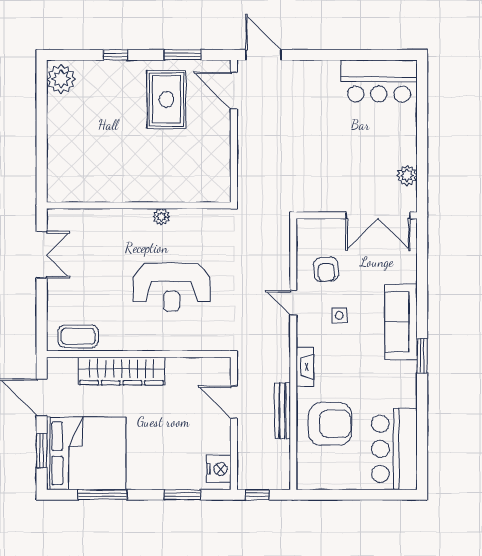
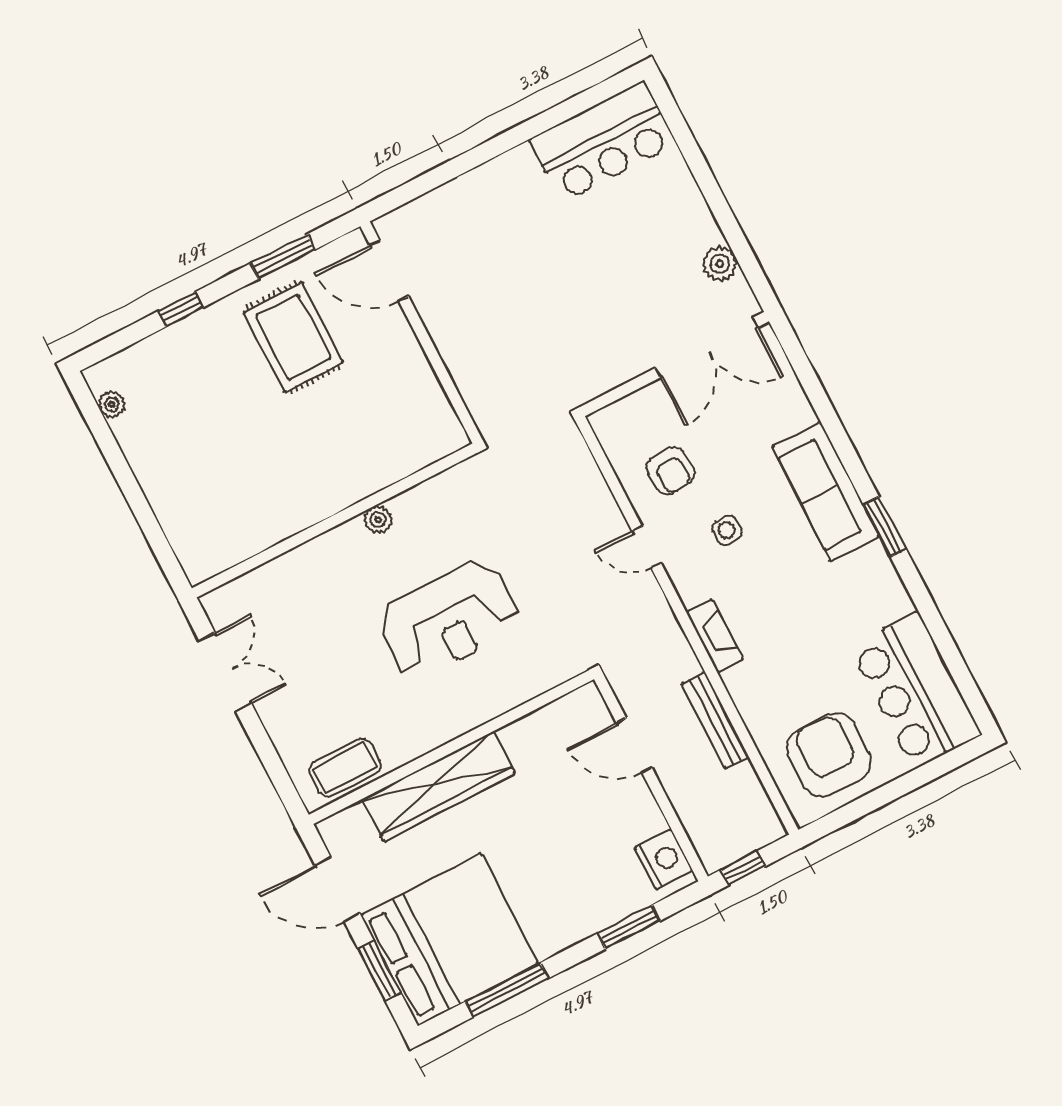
door: (263, 55) -> (406, 193), removed
plant: (61, 79) -> (112, 404), width x0.53, depth x0.53
armchair: (330, 424) -> (829, 755), moved, turned -90

